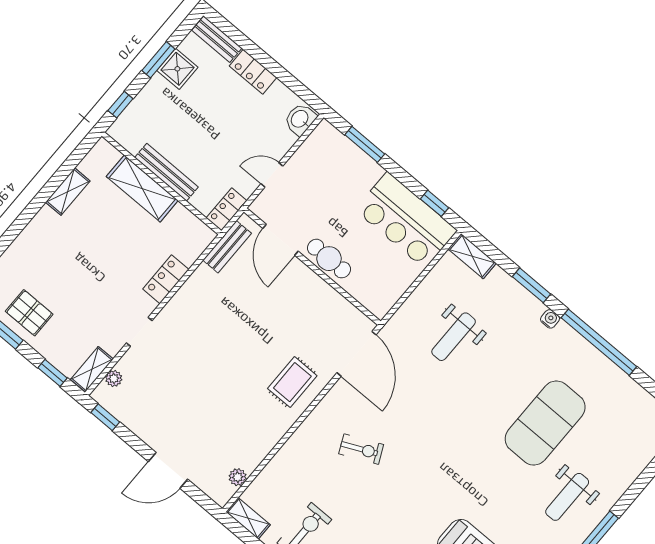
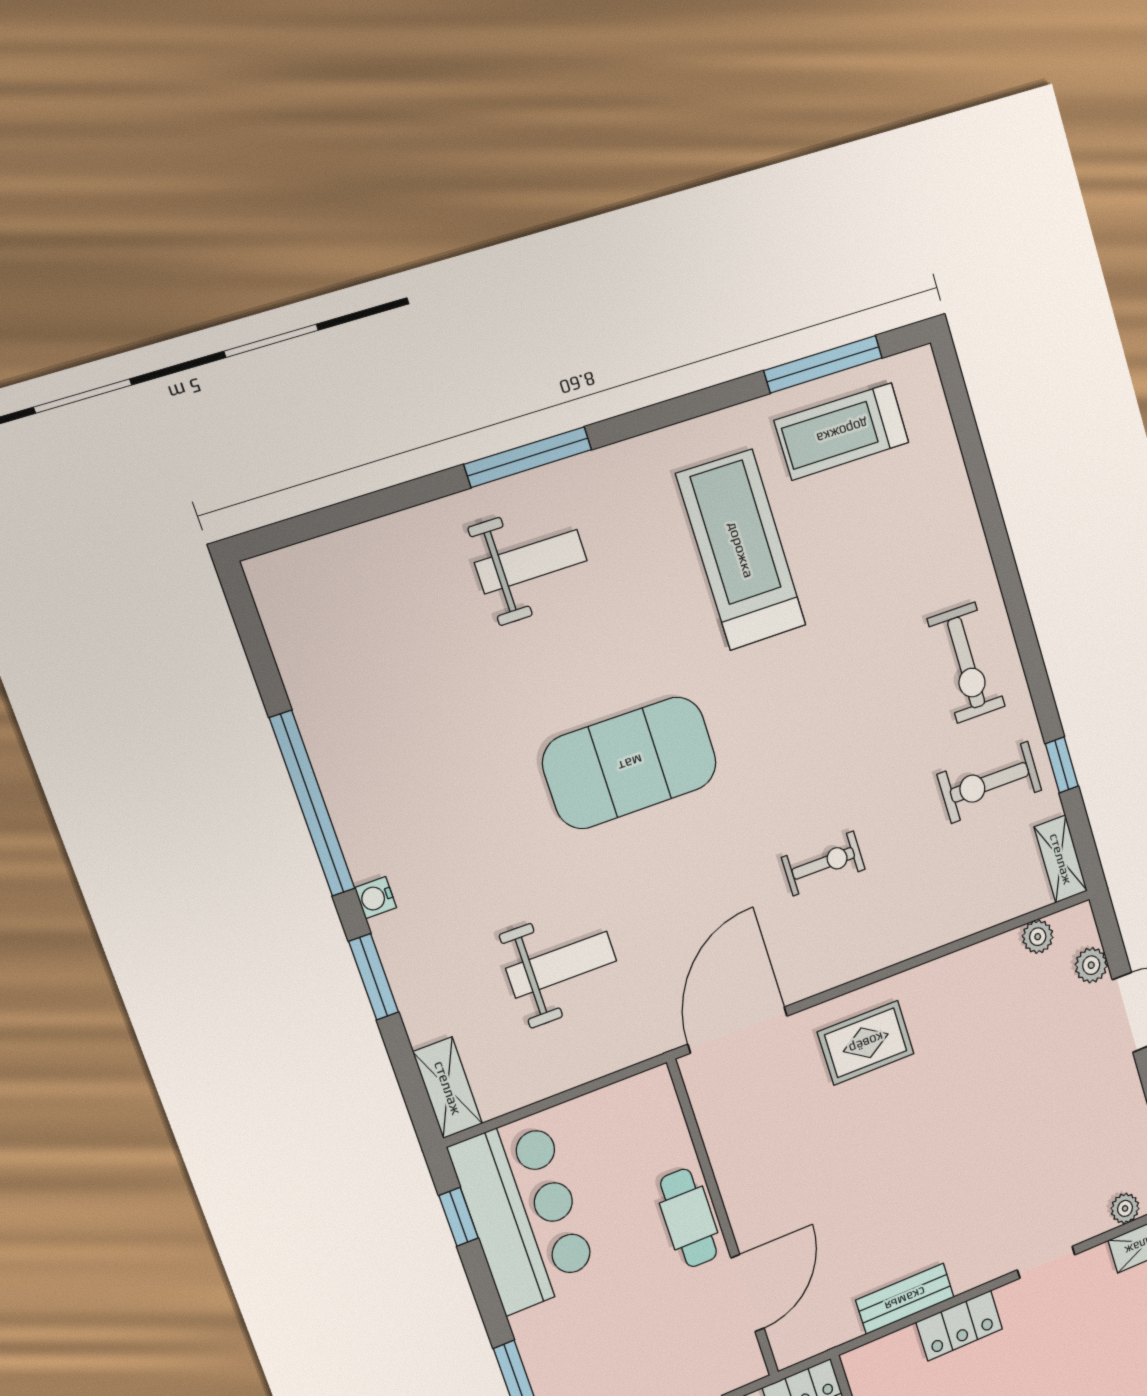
bench: (227, 247) -> (905, 1299), moved
exercise mat: (545, 423) -> (630, 763), moved
exercise bike: (361, 449) -> (823, 863), turned 115
plant: (203, 480) -> (1091, 965), added

